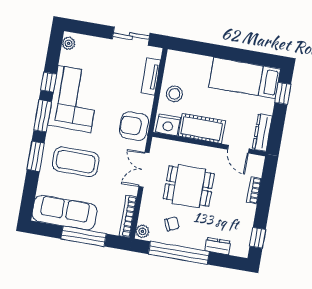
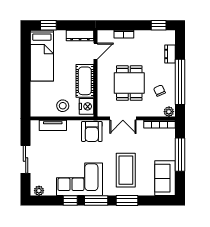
sliding door: (131, 36) -> (26, 159), moved
sofa: (65, 213) -> (165, 178), width x0.73

